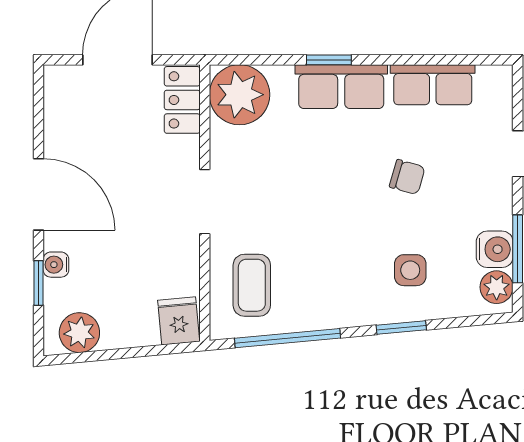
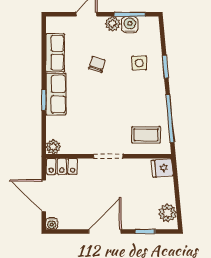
plant: (240, 95) -> (53, 147), width x0.53, depth x0.53
water cooler: (56, 265) -> (52, 224), moved
plant: (497, 287) -> (113, 24), moved

